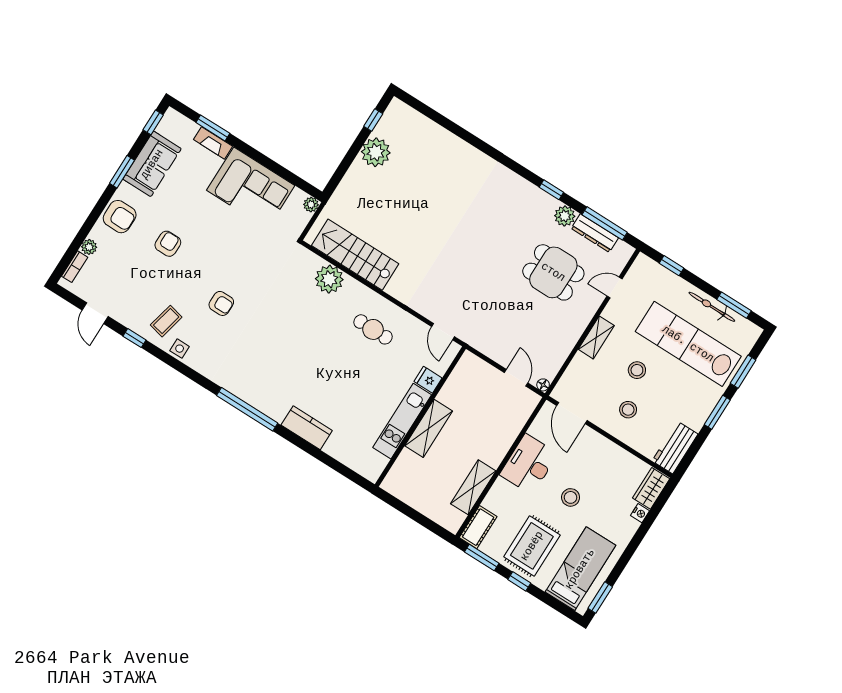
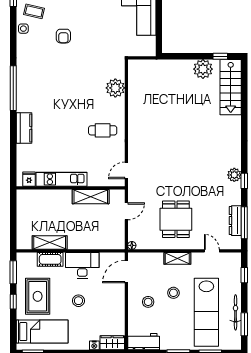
plant: (311, 205) -> (151, 51), removed
plant: (565, 216) -> (234, 175), moved
stairs: (355, 255) -> (231, 87), moved, turned 180
dining table: (553, 272) -> (176, 219), moved
cafe table: (373, 329) -> (103, 130), turned 90
lab bench: (688, 344) -> (206, 312), turned 180
door: (516, 378) -> (126, 211), moved
fridge: (428, 380) -> (29, 179), moved
shelving: (429, 428) -> (91, 197), moved
cot: (478, 527) -> (50, 259), moved
rug: (532, 546) -> (38, 296), turned 90

